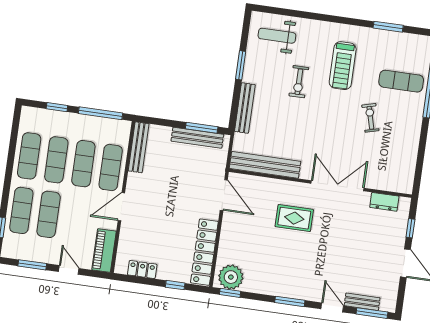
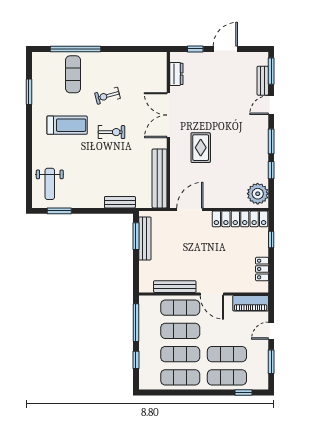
window: (241, 65) -> (59, 211), moved
exercise bike: (299, 82) -> (111, 132), moved
bench: (245, 108) -> (120, 202), width x0.73
bench: (139, 147) -> (175, 287), moved
window: (230, 293) -> (271, 170), moved

